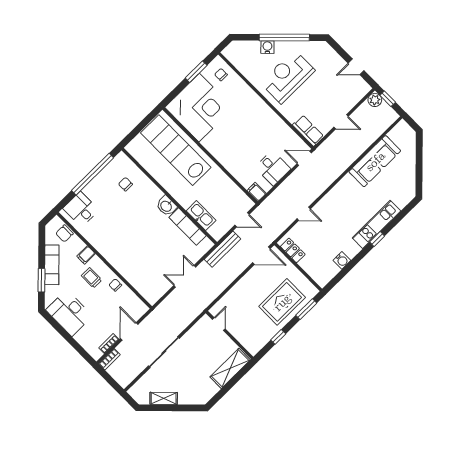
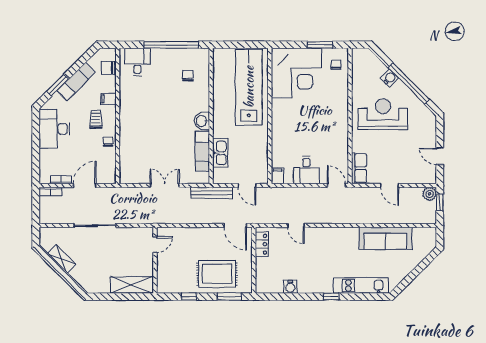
kitchen unit: (376, 224) -> (361, 286), moved

